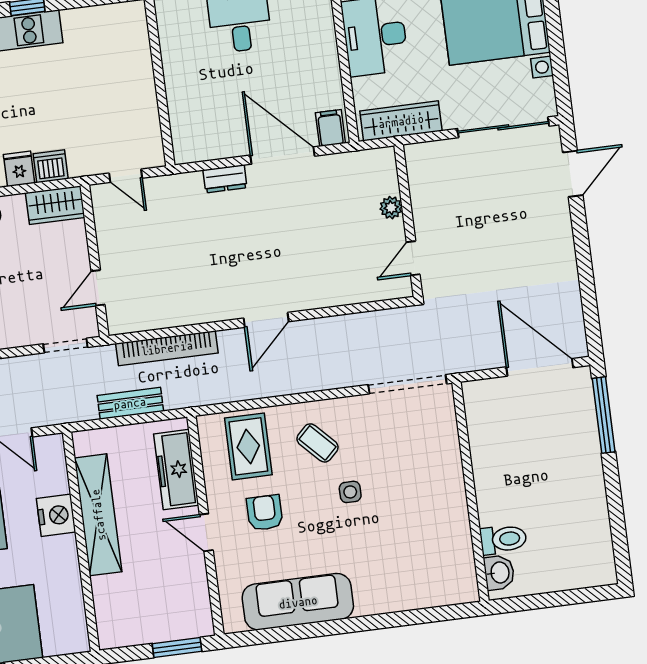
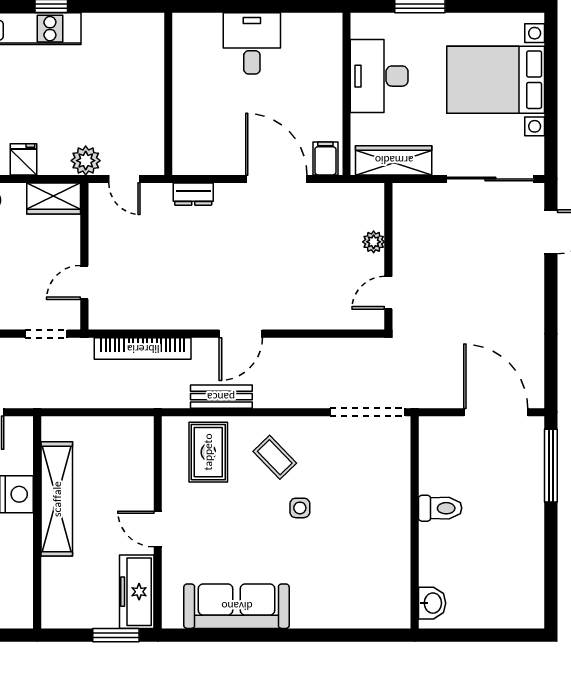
plant: (83, 162) -> (86, 161), added
dishwasher: (51, 166) -> (54, 161), removed
dresser: (225, 179) -> (193, 194), moved
bench: (130, 403) -> (221, 397), moved
freezer: (176, 470) -> (137, 592), moved
armchair: (265, 513) -> (216, 517), removed
toilet: (503, 539) -> (440, 508), moved

